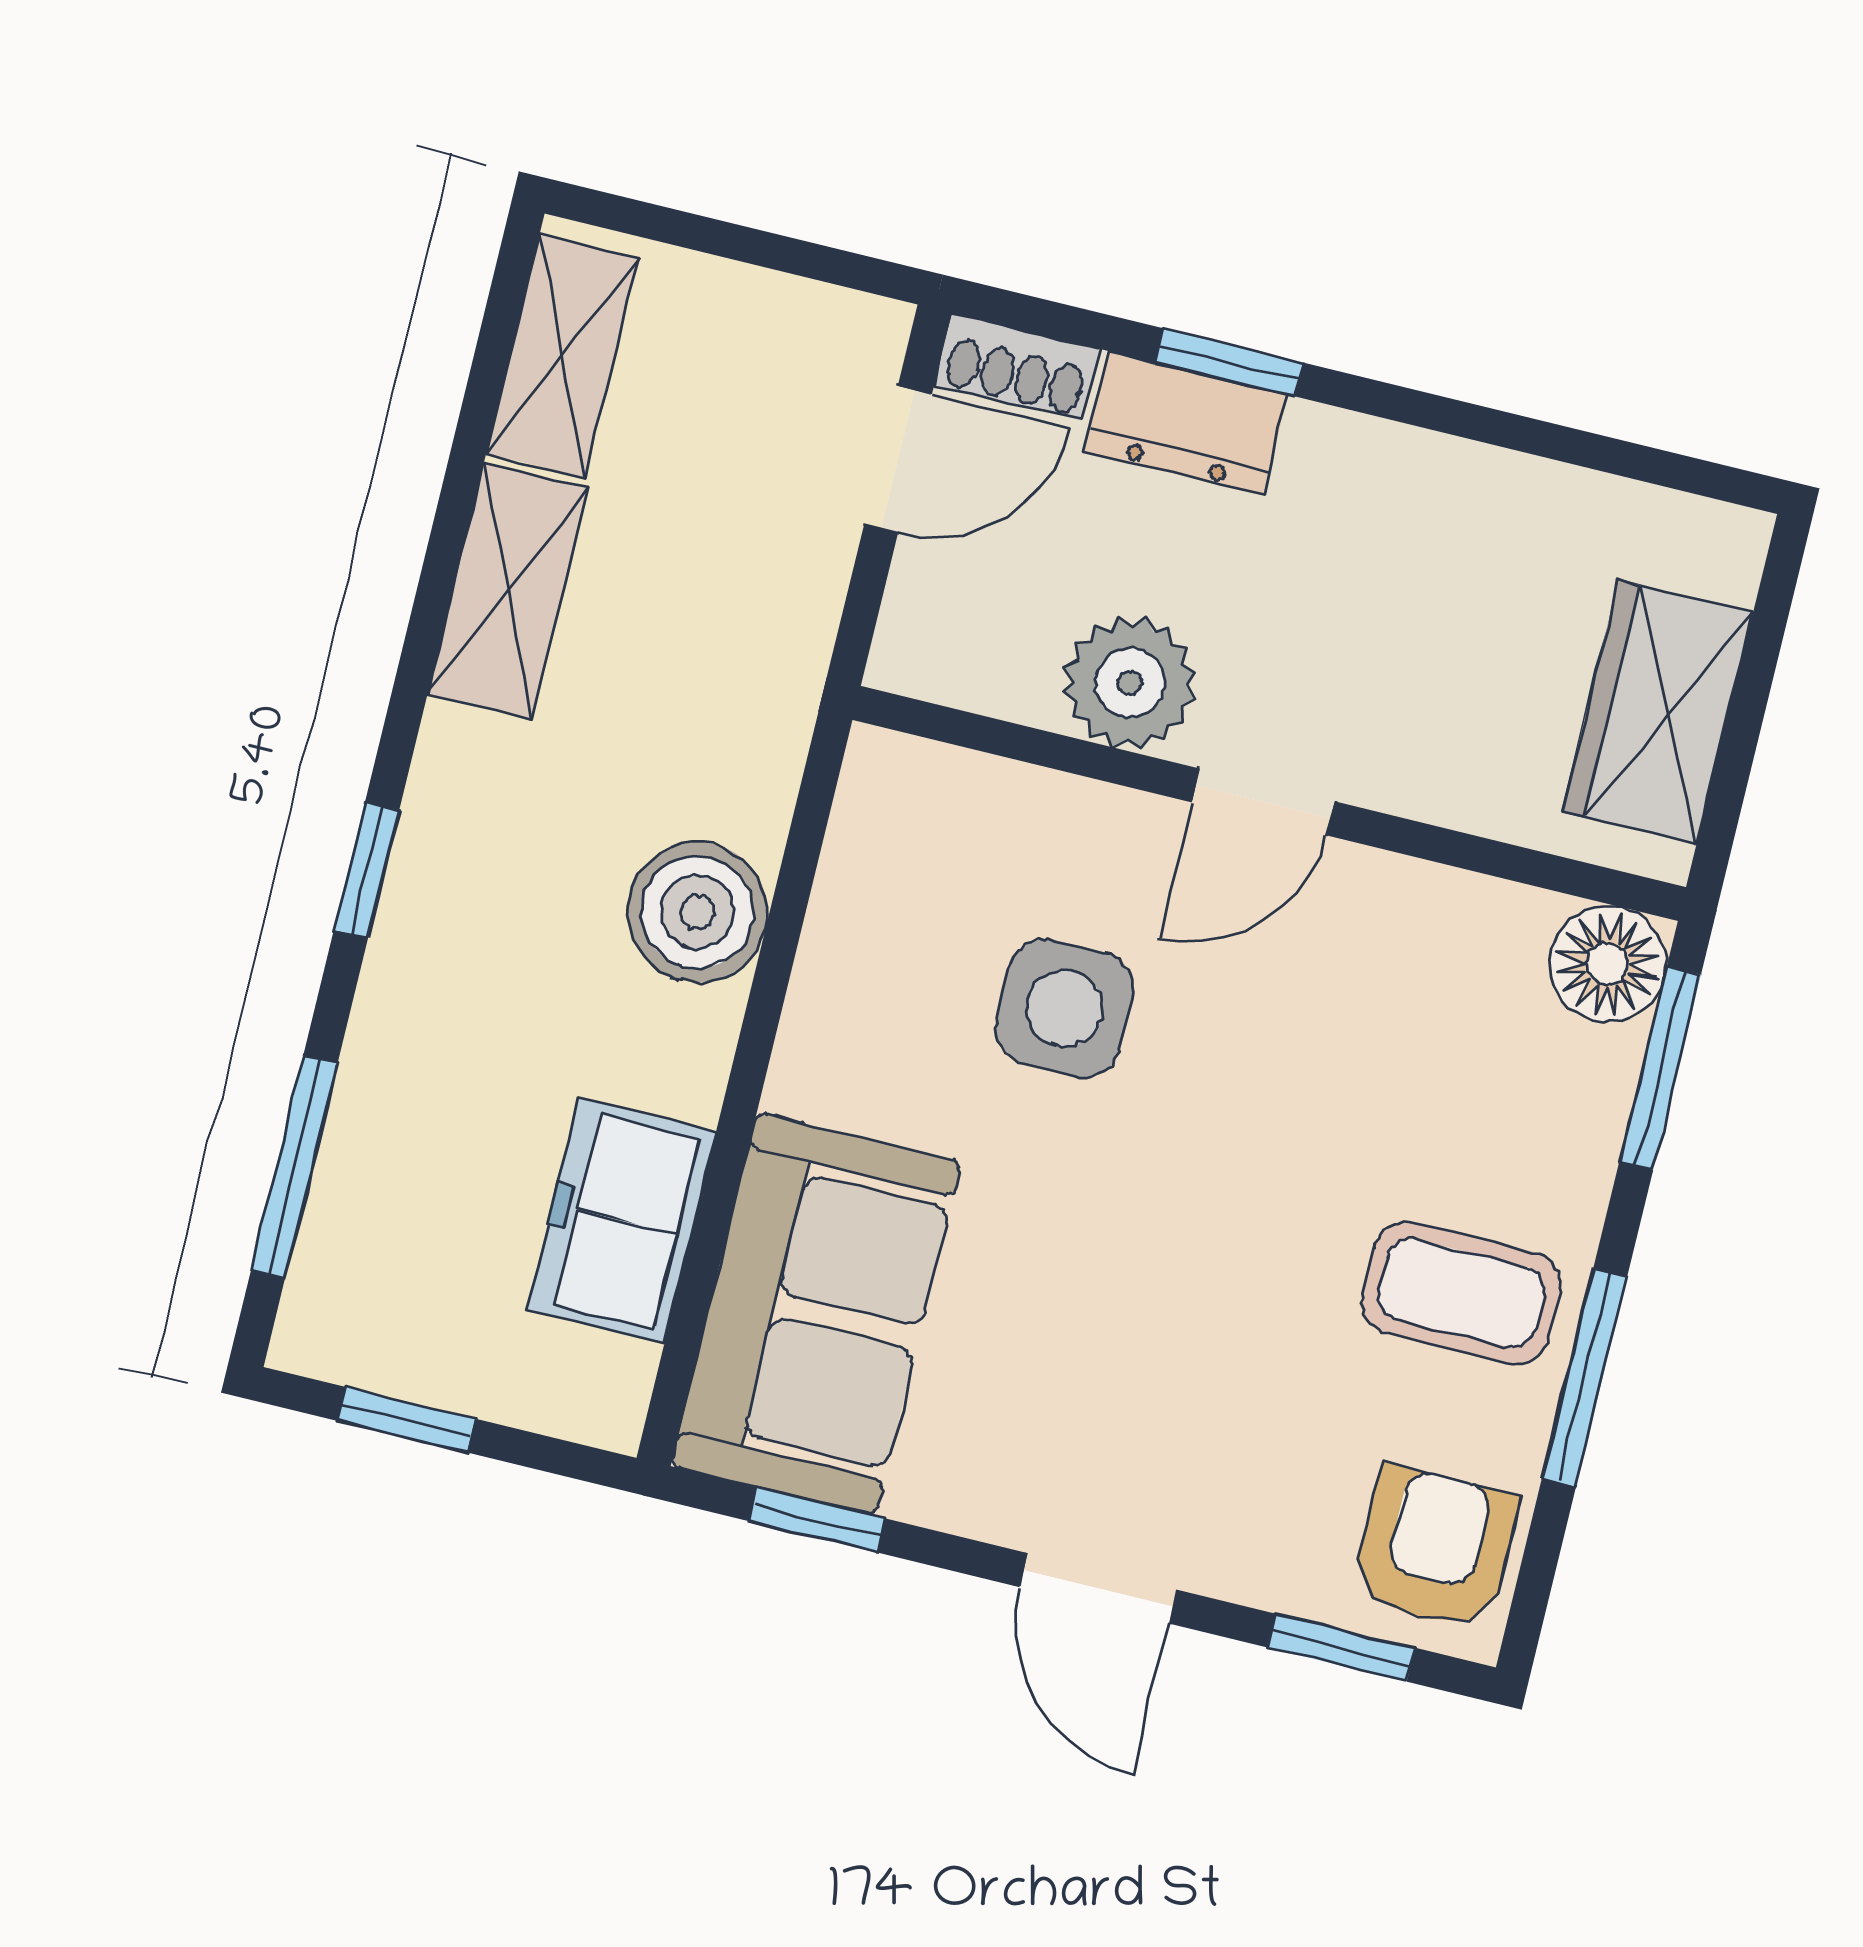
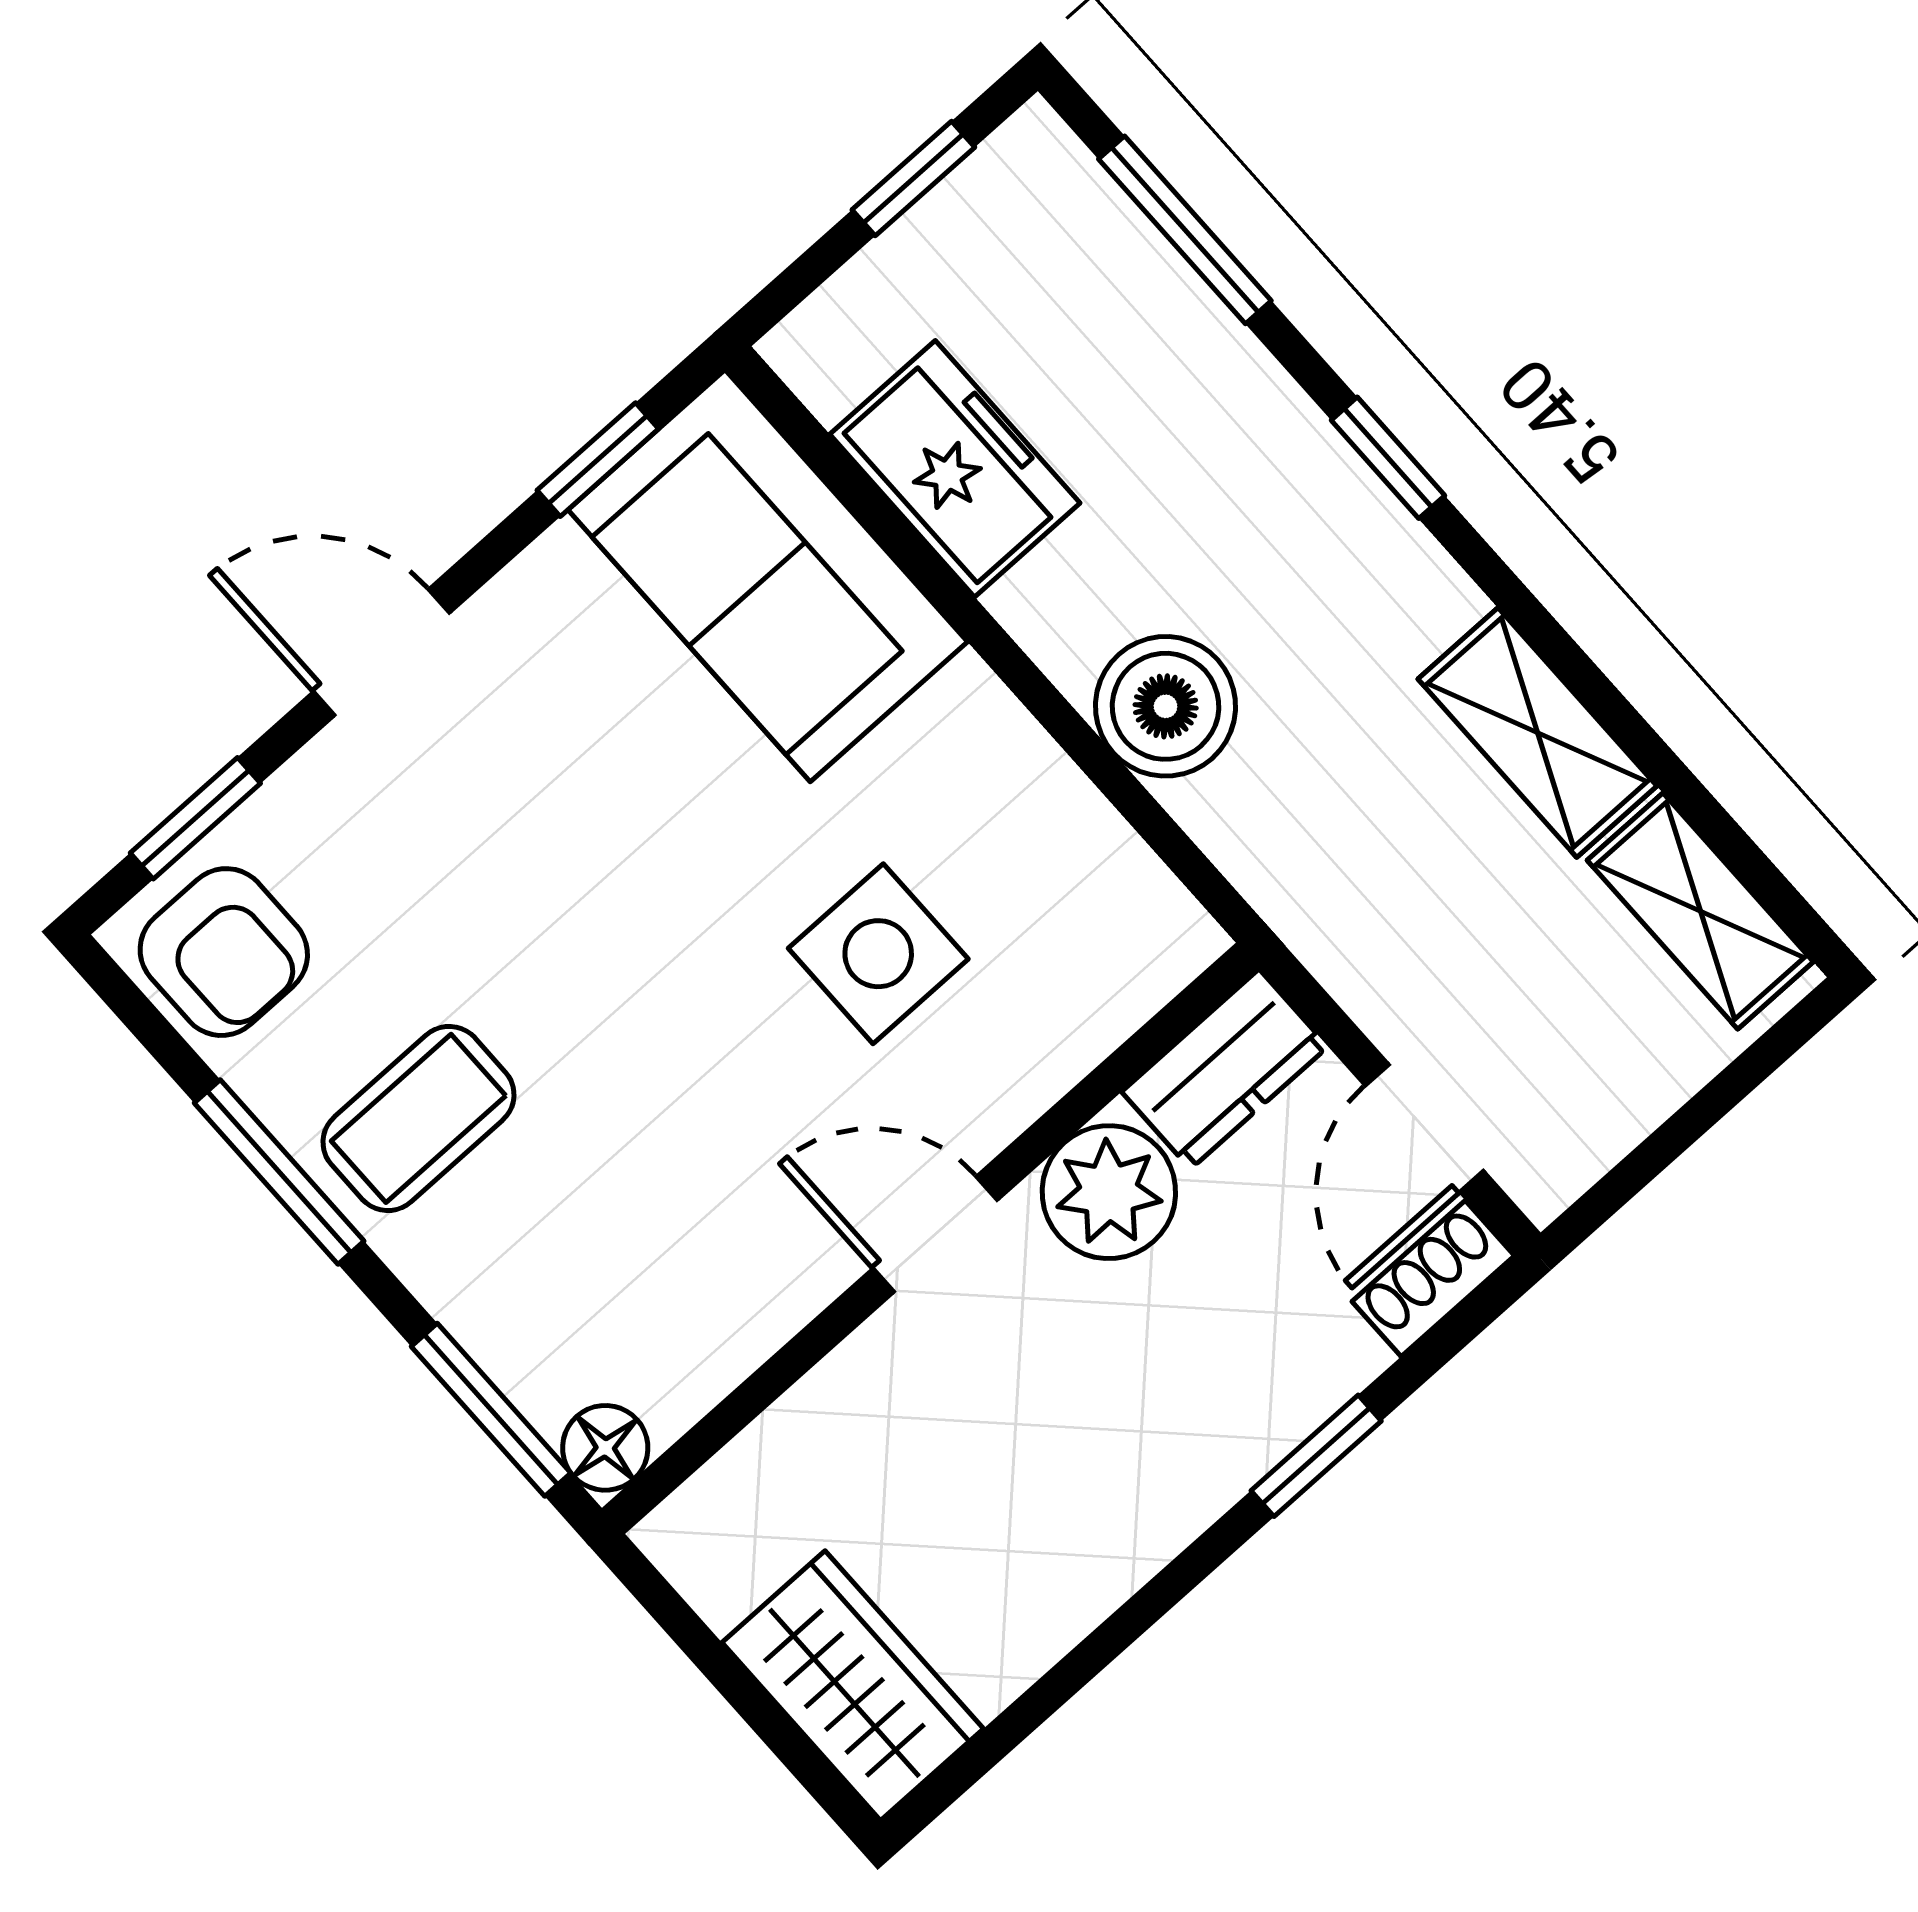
dresser: (1186, 423) -> (1225, 1069), moved, turned 180
wardrobe: (1658, 712) -> (853, 1686), moved
door: (1263, 802) -> (935, 1234), hinge flipped
floor lamp: (1607, 964) -> (605, 1448), width x0.73, depth x0.73

